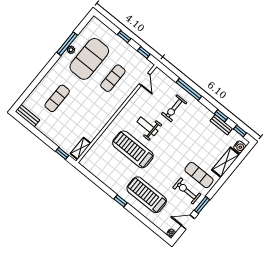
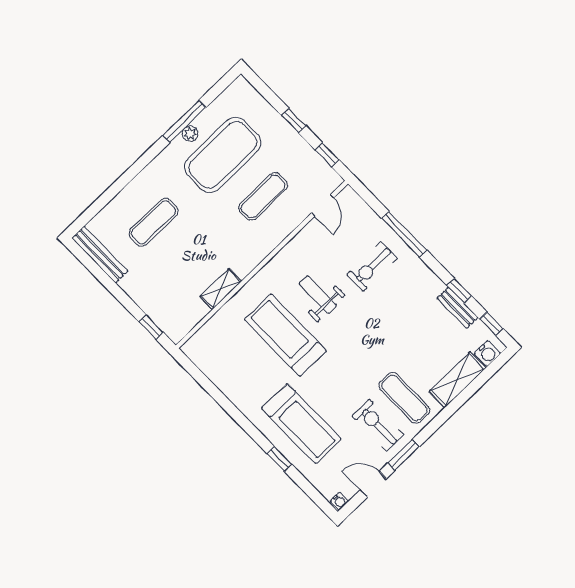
bench: (28, 116) -> (100, 255), width x1.36
shelving: (81, 148) -> (221, 289), moved
treadmill: (147, 195) -> (301, 424), turned 180
window: (120, 201) -> (279, 459), moved

